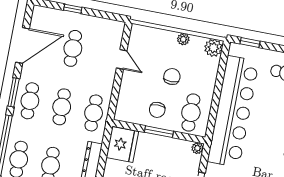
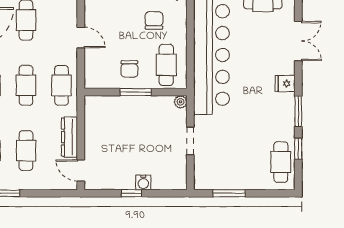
door: (122, 59) -> (81, 38), moved
chair: (172, 77) -> (154, 20), moved
fridge: (122, 145) -> (99, 113), removed

